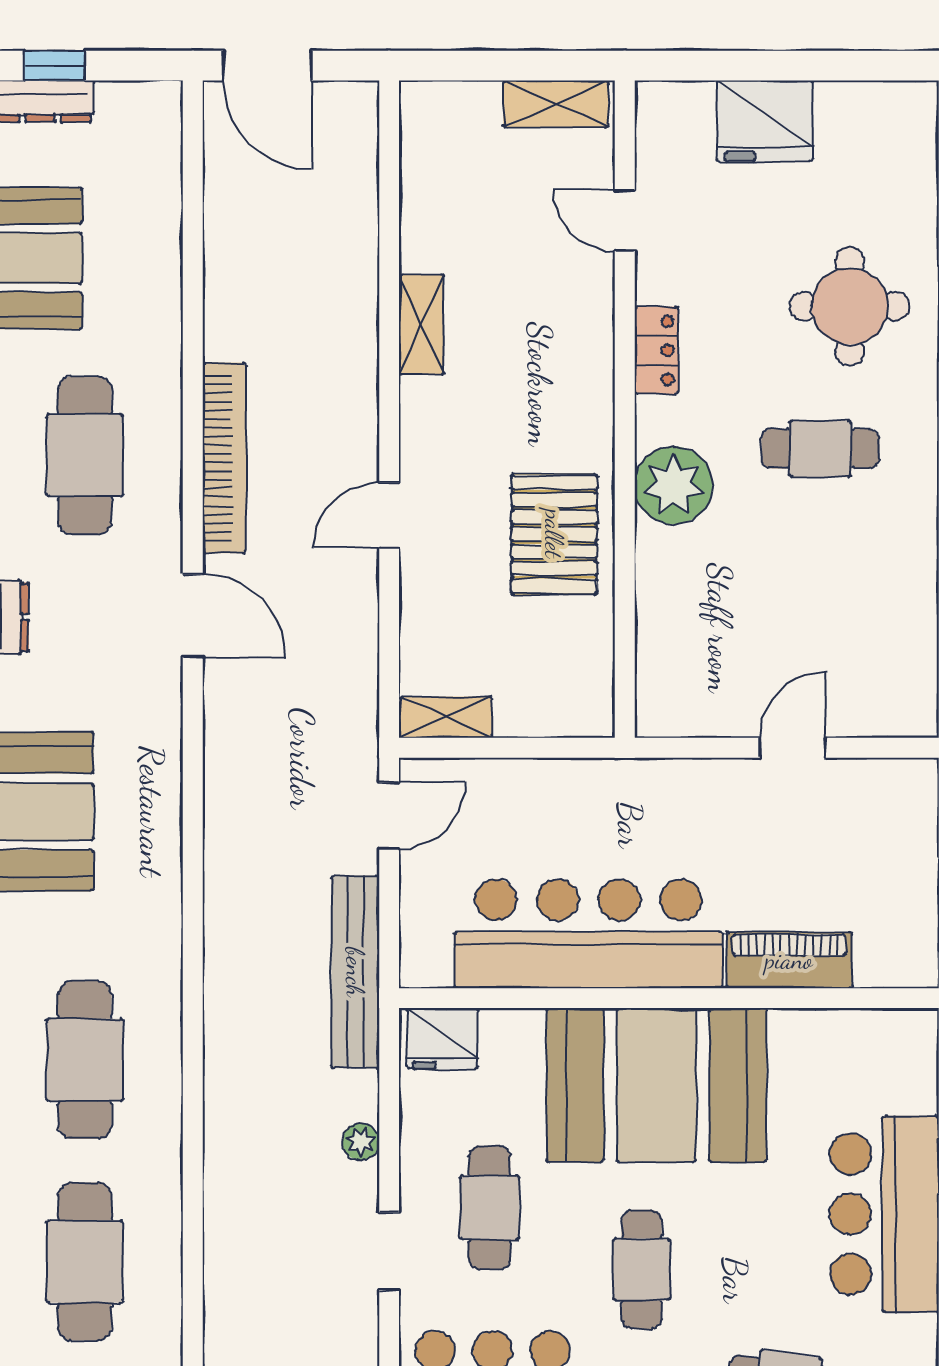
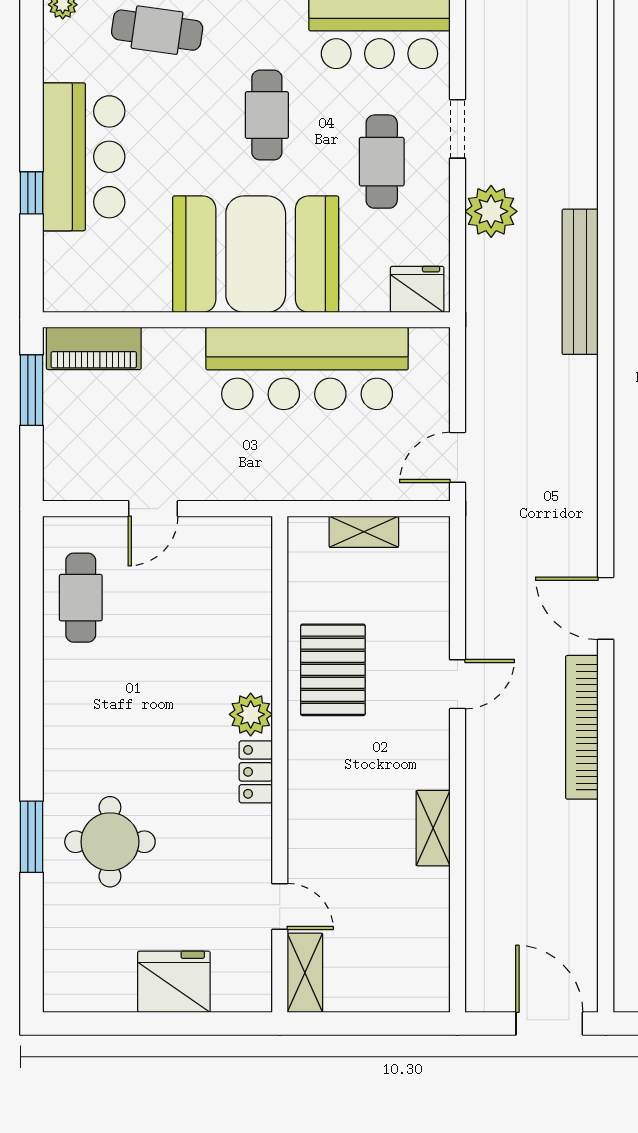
shelving: (556, 104) -> (305, 973), moved, turned 90
locker: (657, 350) -> (256, 772), moved
cafe table: (820, 449) -> (81, 598), moved, turned 90
plant: (674, 485) -> (251, 714), width x0.73, depth x0.73
shelving: (446, 717) -> (364, 532), moved
piano: (789, 960) -> (94, 348), moved
bench: (355, 972) -> (580, 282), moved
plant: (361, 1142) -> (491, 211), width x1.87, depth x1.87

